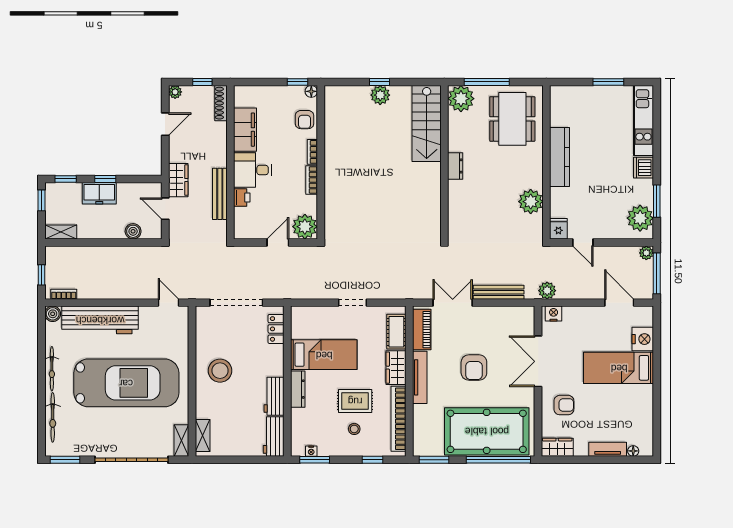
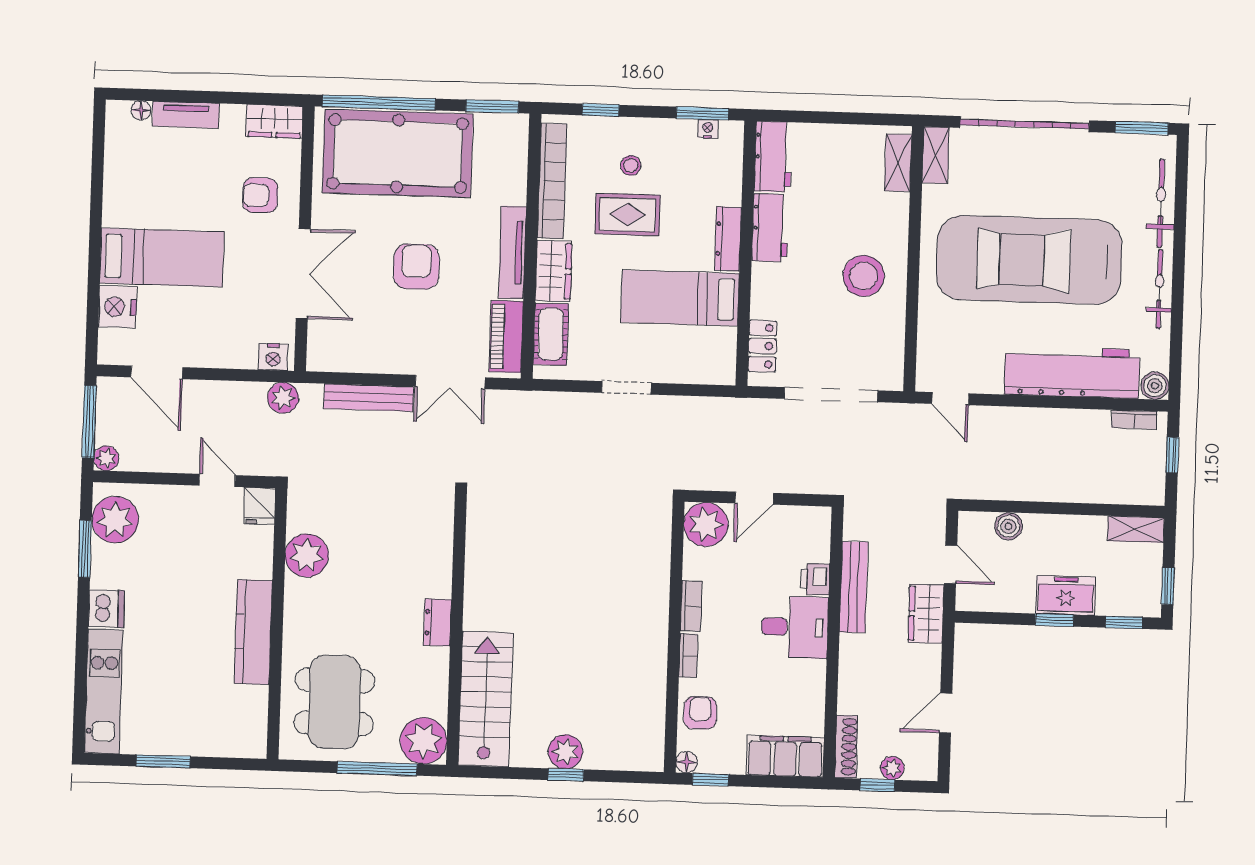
plant: (175, 92) -> (892, 768), moved
filing cabinet: (245, 130) -> (785, 756), moved, turned 90

